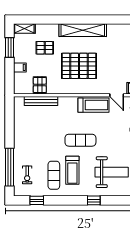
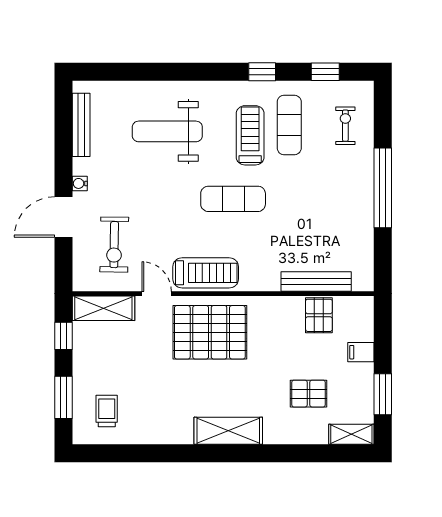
shelving: (83, 30) -> (228, 431), width x0.68
pallet: (79, 66) -> (210, 332), moved
treadmill: (93, 105) -> (206, 273), turned 180
window: (10, 167) -> (383, 188), moved
window: (94, 200) -> (262, 72), moved

